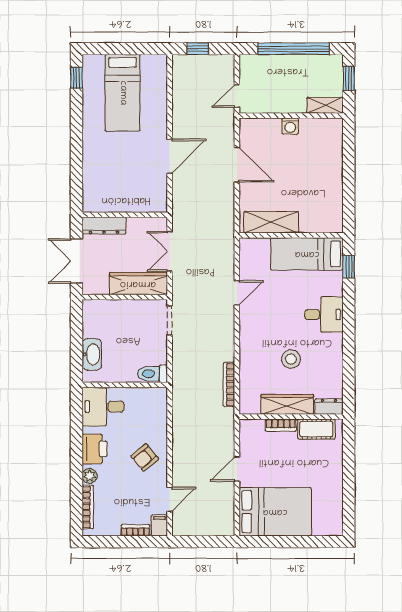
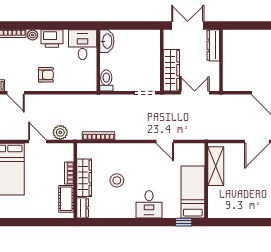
washbasin: (92, 354) -> (107, 41), moved, turned -90
plant: (224, 437) -> (60, 132), added
armchair: (145, 457) -> (46, 75), turned 130

